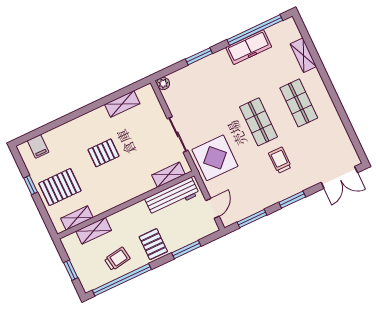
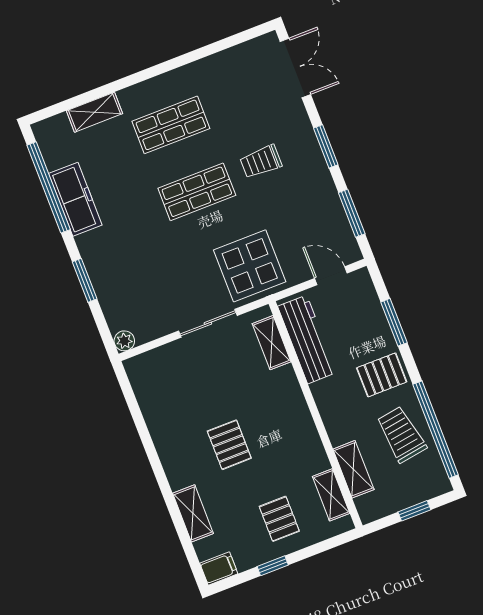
shelving: (122, 104) -> (193, 513), moved
filing cabinet: (38, 146) -> (219, 568), moved
pallet: (60, 187) -> (279, 519), width x0.67, depth x0.71
trolley: (117, 259) -> (401, 435), width x1.36, depth x1.39

